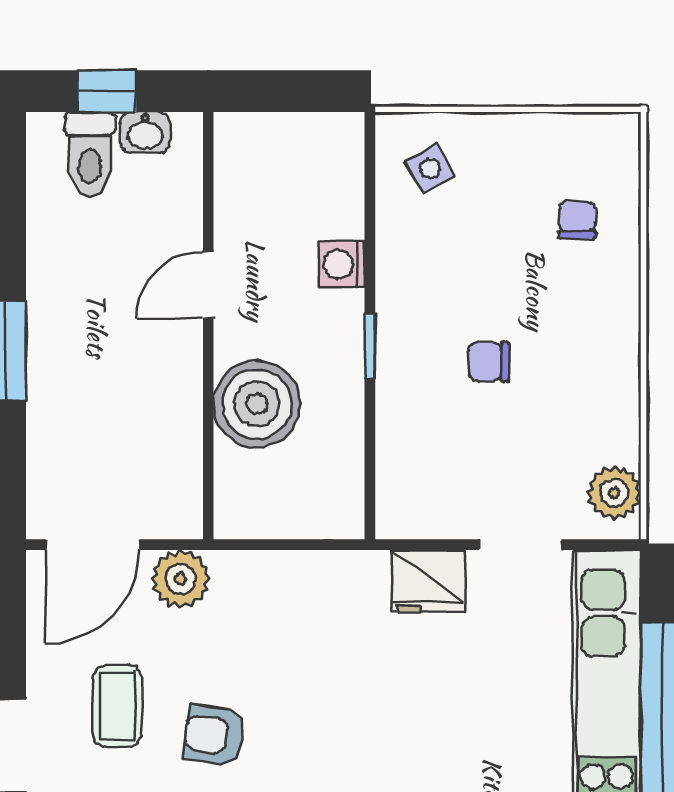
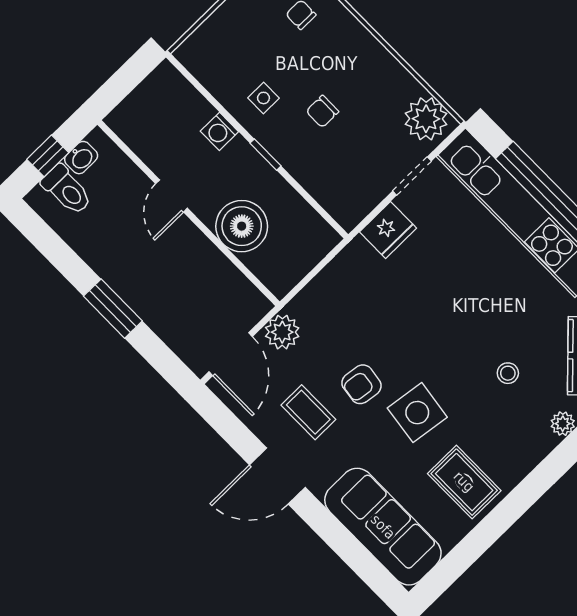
side table: (430, 168) -> (263, 98), moved, turned 31
plant: (614, 493) -> (426, 119), width x1.36, depth x1.36

